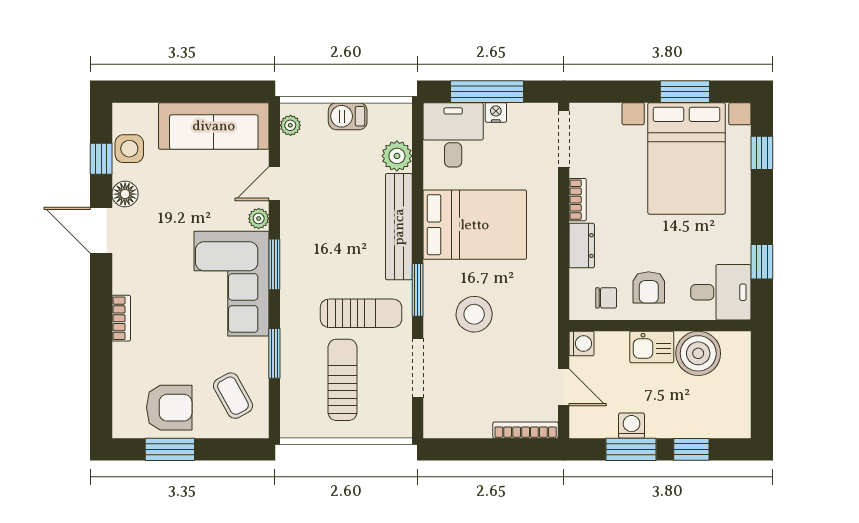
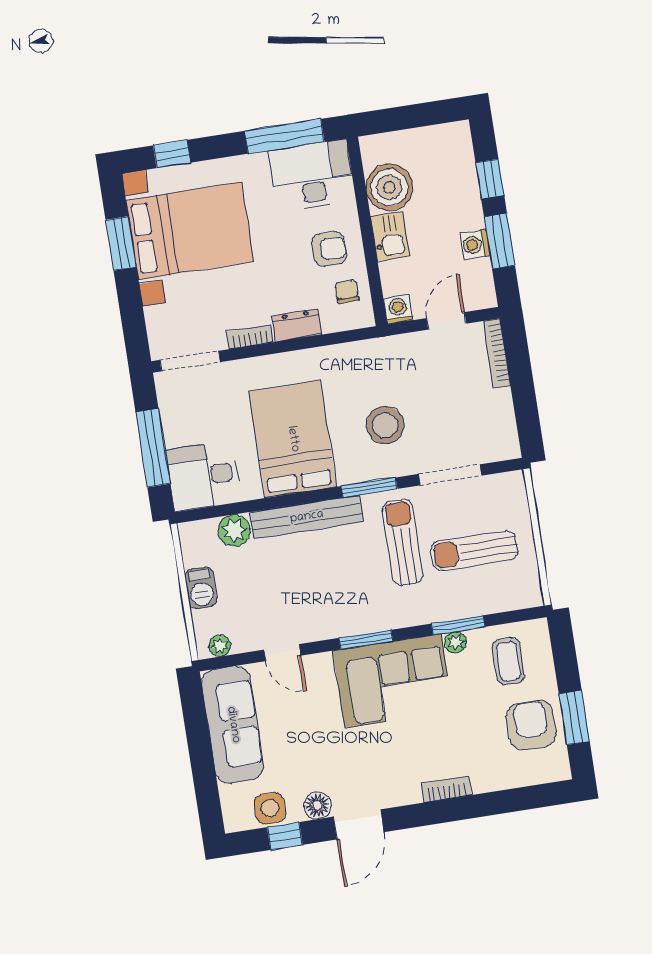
nightstand: (496, 113) -> (173, 435), removed
plant: (259, 219) -> (456, 642), moved
window: (762, 262) -> (284, 136), width x2.17
desk: (721, 292) -> (312, 175), width x1.37
coffee table: (233, 396) -> (508, 661), turned -61

